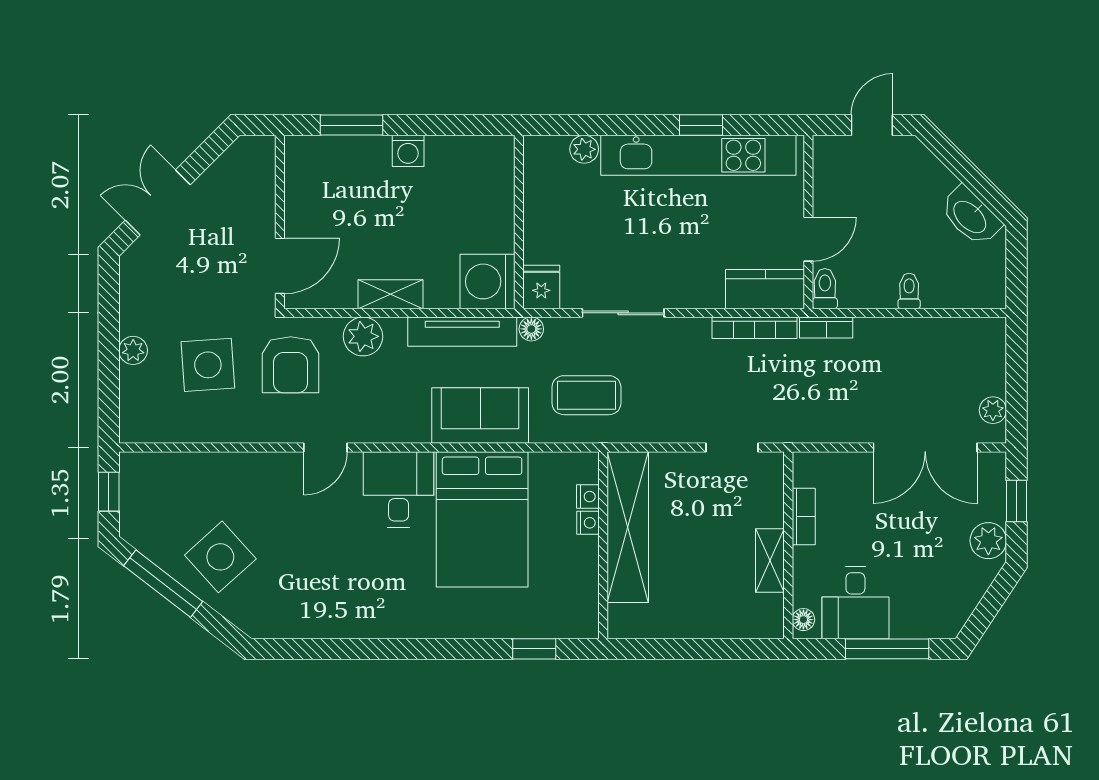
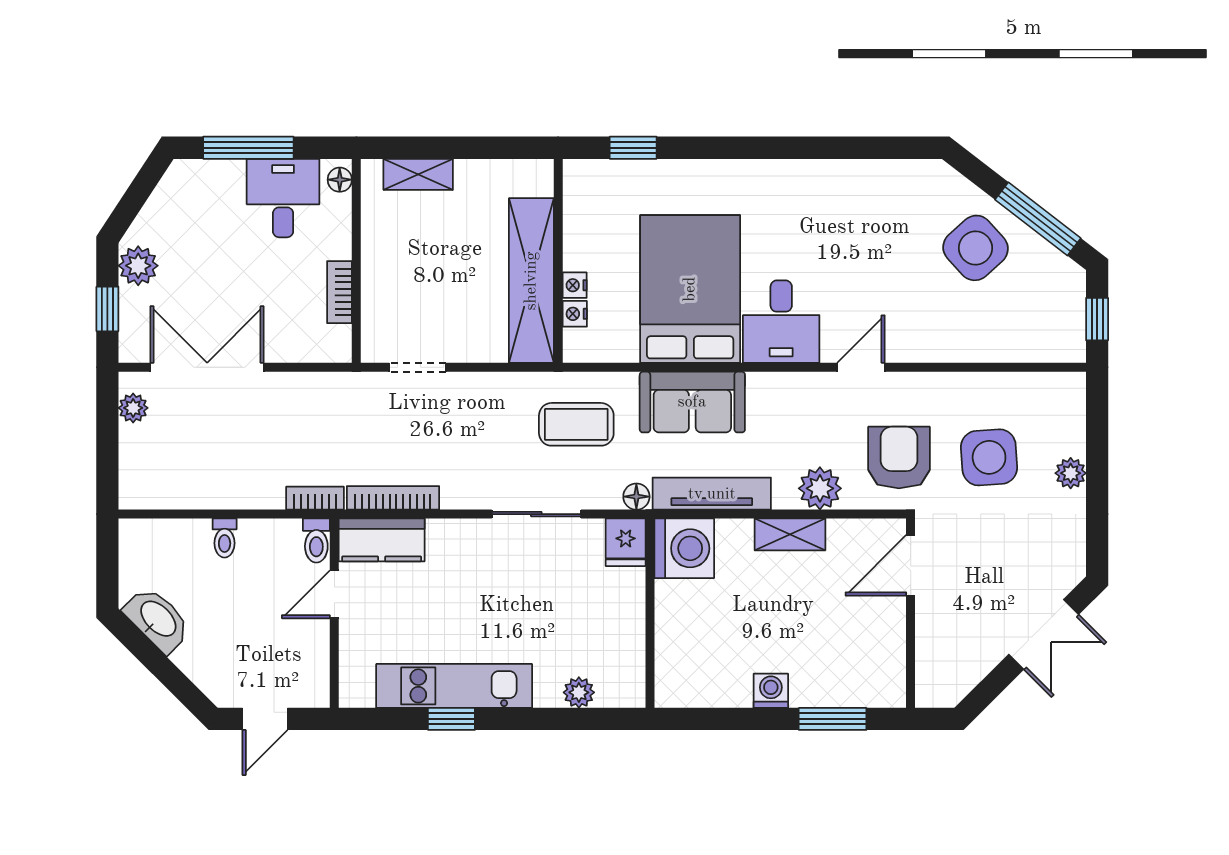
kitchen unit: (698, 155) -> (454, 686), width x0.73
shelving: (770, 561) -> (418, 174), moved, turned 90

